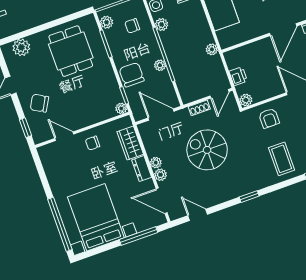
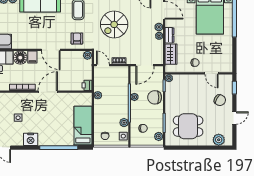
dining table: (71, 51) -> (188, 126), turned 90
chair: (132, 75) -> (155, 97), turned 90
printer: (238, 76) -> (87, 85), moved
door: (220, 94) -> (103, 65), hinge flipped
door: (161, 115) -> (145, 65), hinge flipped
spiral stairs: (207, 150) -> (114, 24), moved, turned 90

